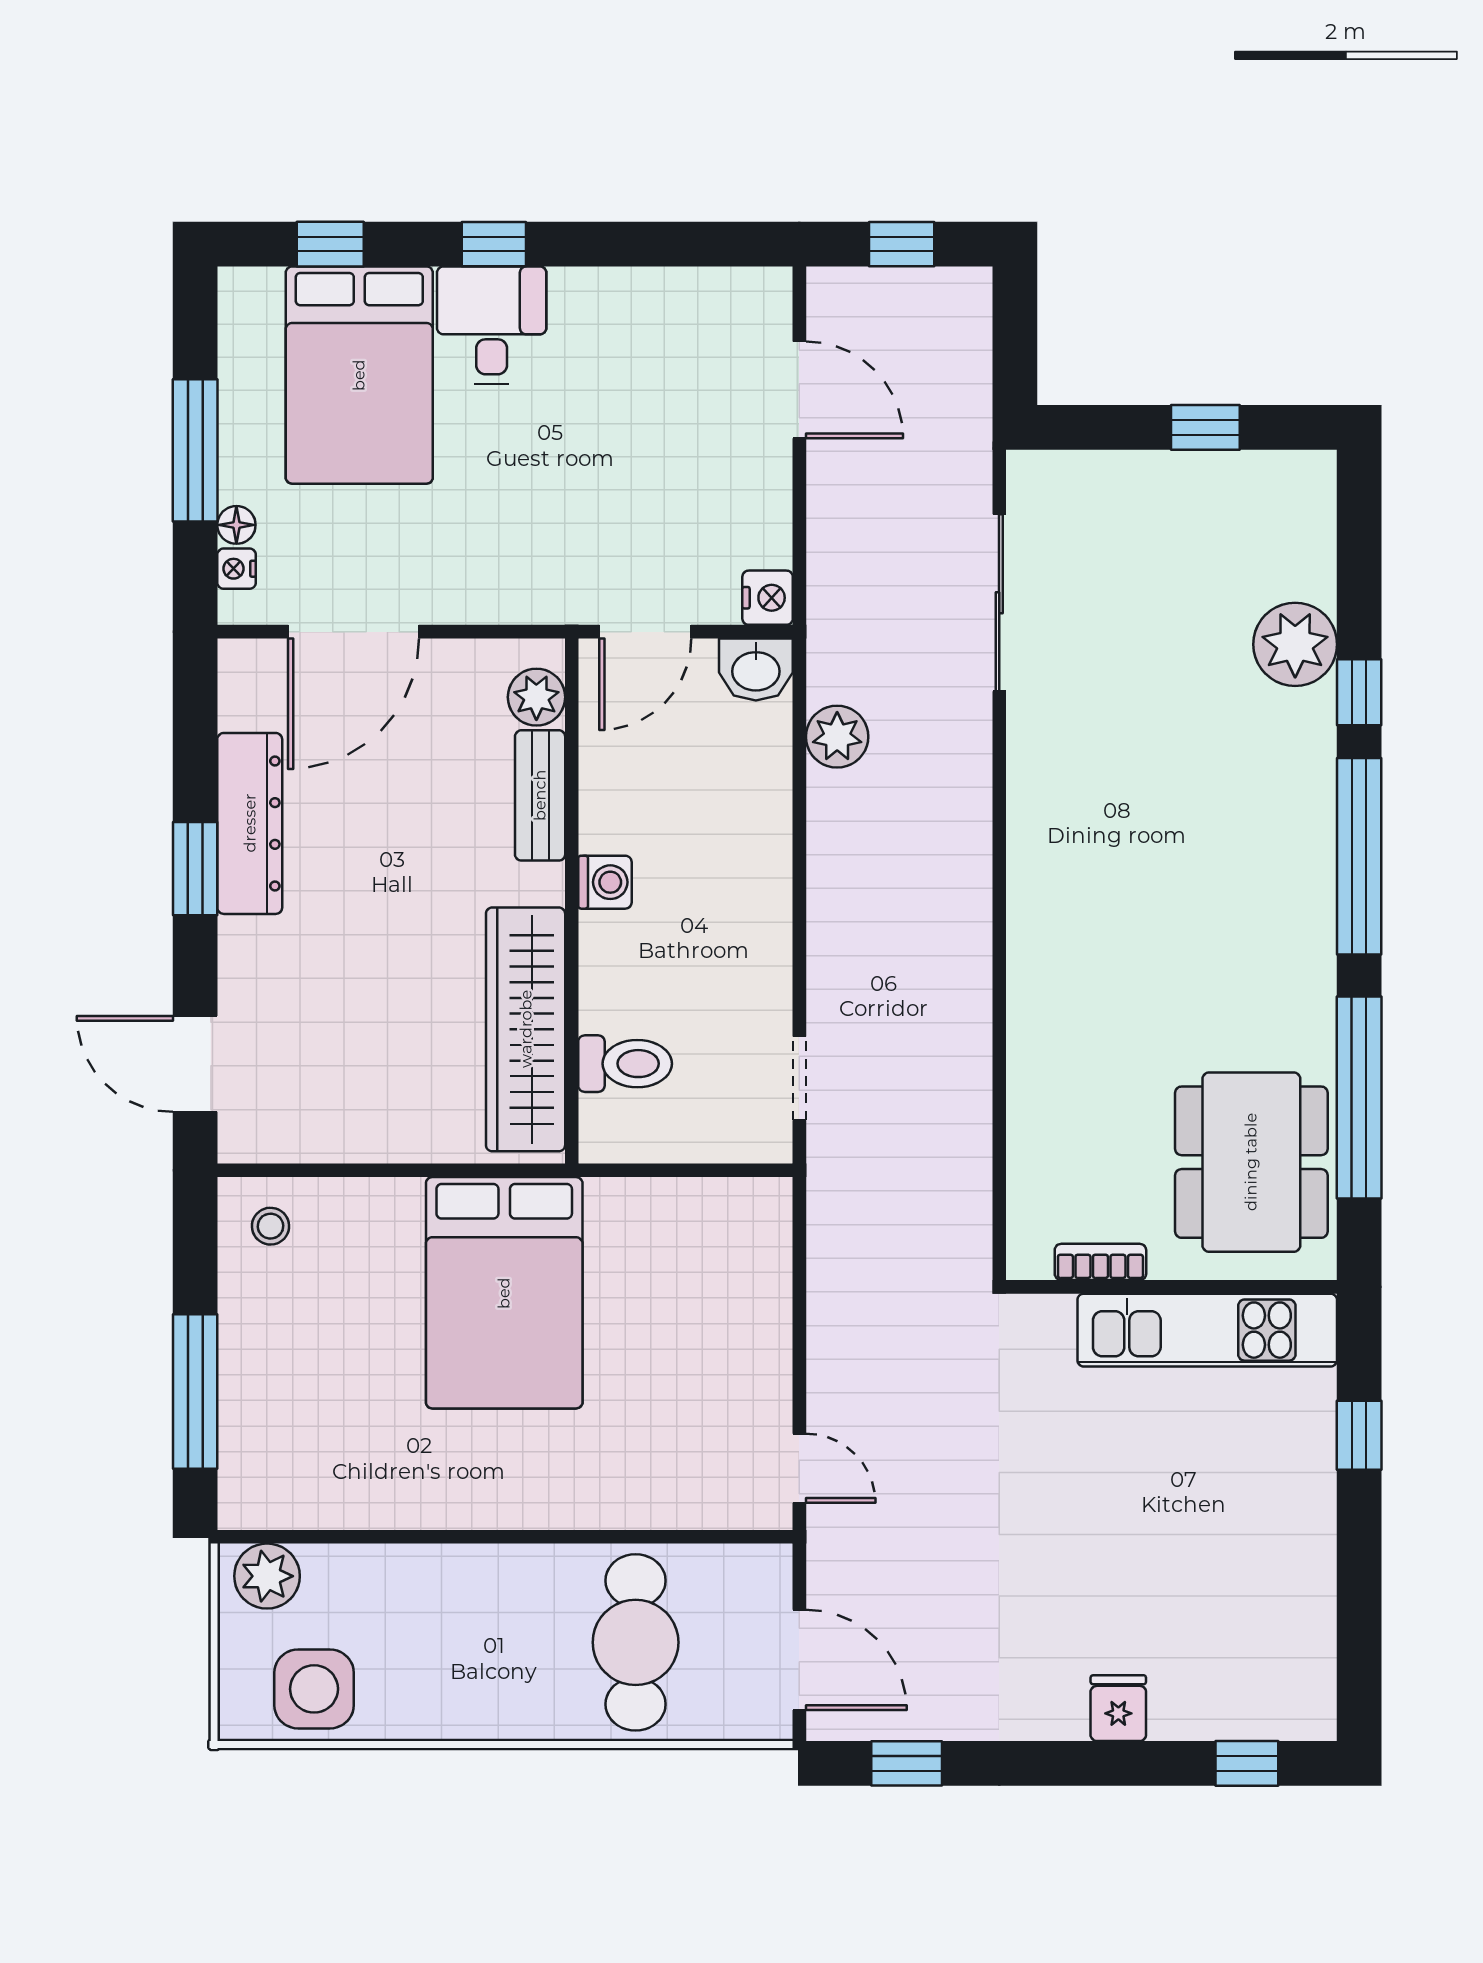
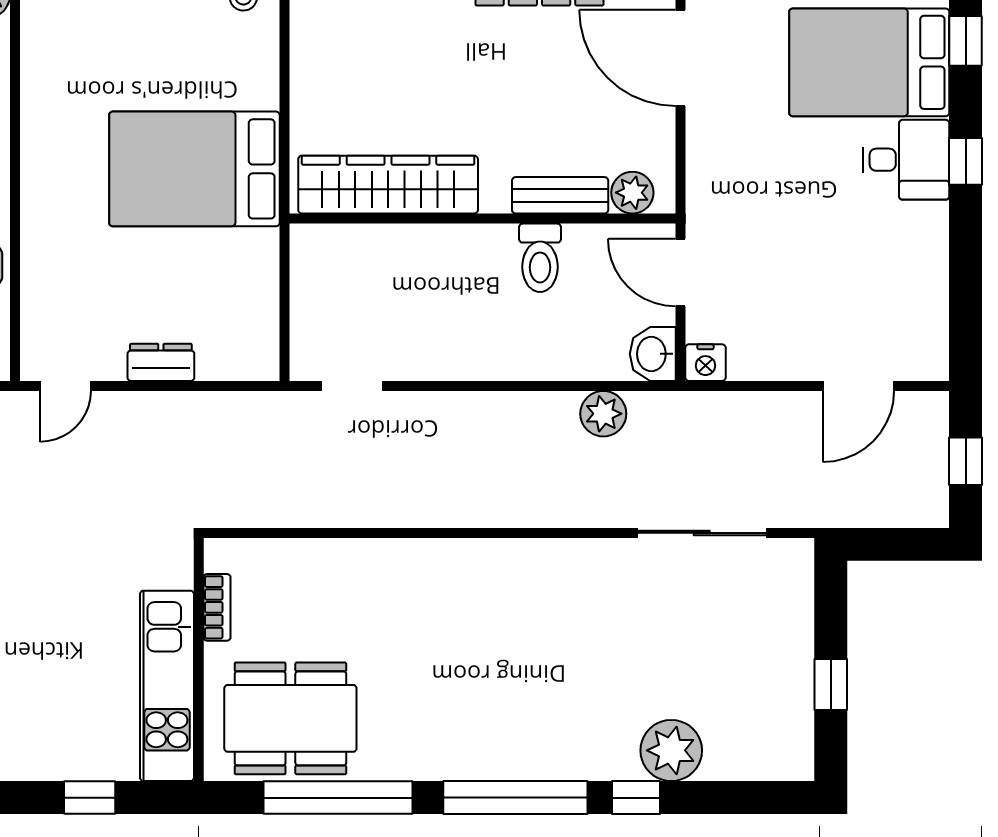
washing machine: (605, 882) -> (496, 243), removed
toilet: (625, 1064) -> (540, 258), moved
dresser: (767, 1338) -> (161, 362), added

